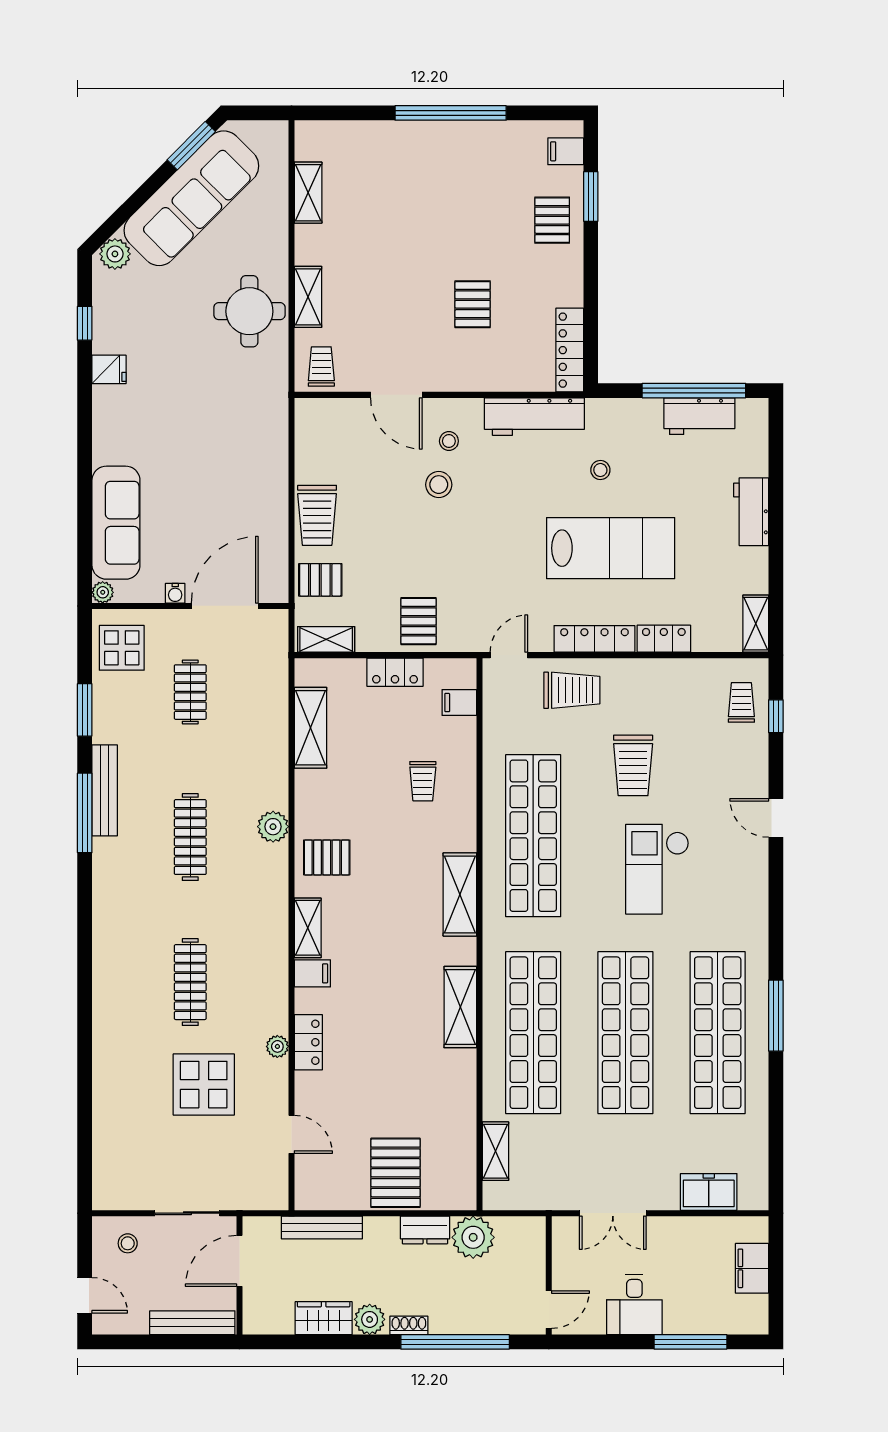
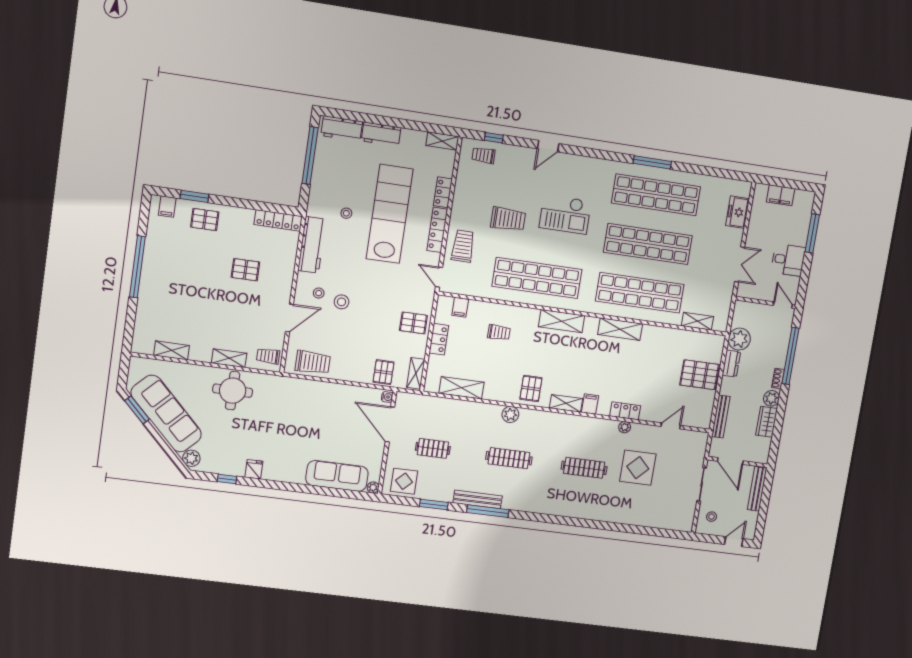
workbench: (699, 416) -> (342, 129), moved, turned 90
trolley: (317, 515) -> (313, 362), moved
lab bench: (611, 548) -> (390, 214), width x1.36
water cooler: (175, 593) -> (387, 397), moved

